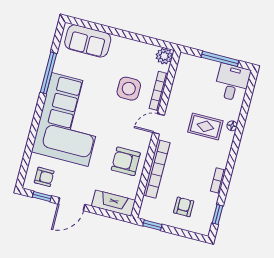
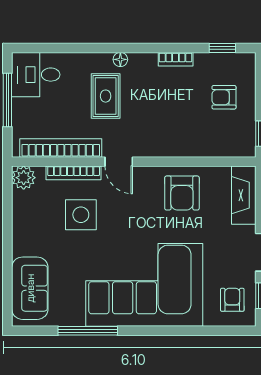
floor lamp: (232, 126) -> (120, 59), moved
bookcase: (157, 169) -> (61, 148), moved

